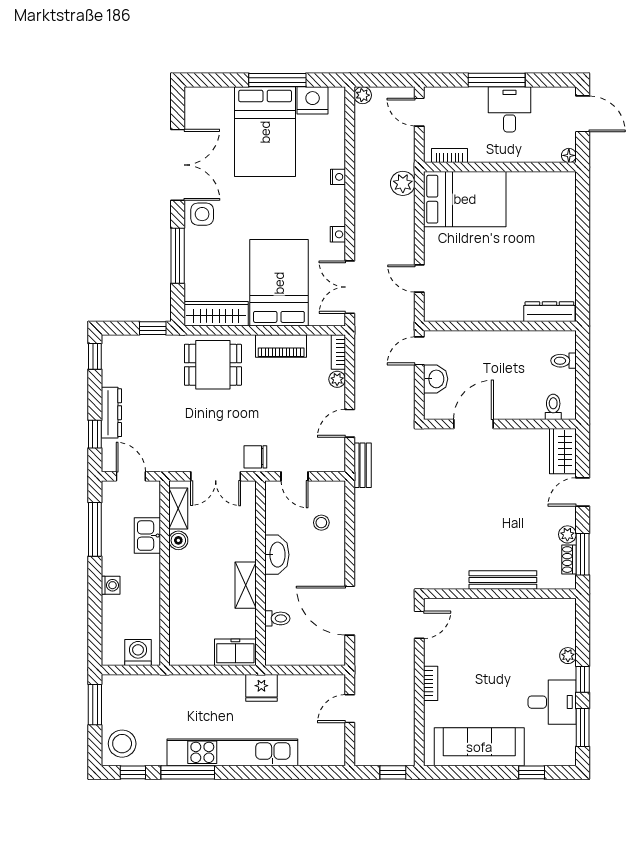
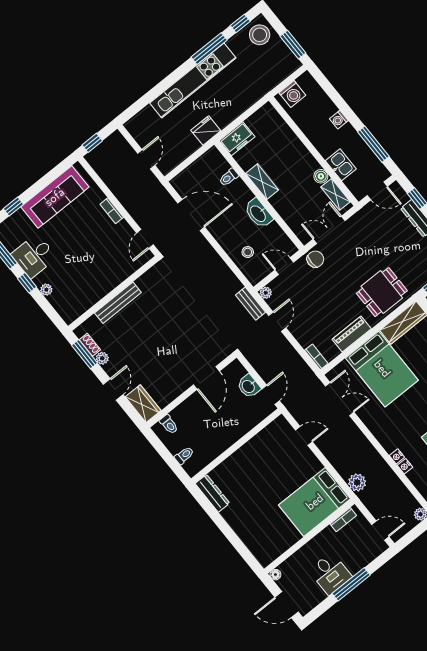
nightstand: (338, 234) -> (405, 466), moved
dresser: (549, 312) -> (212, 493), moved, turned -90
plant: (337, 379) -> (266, 293), moved

